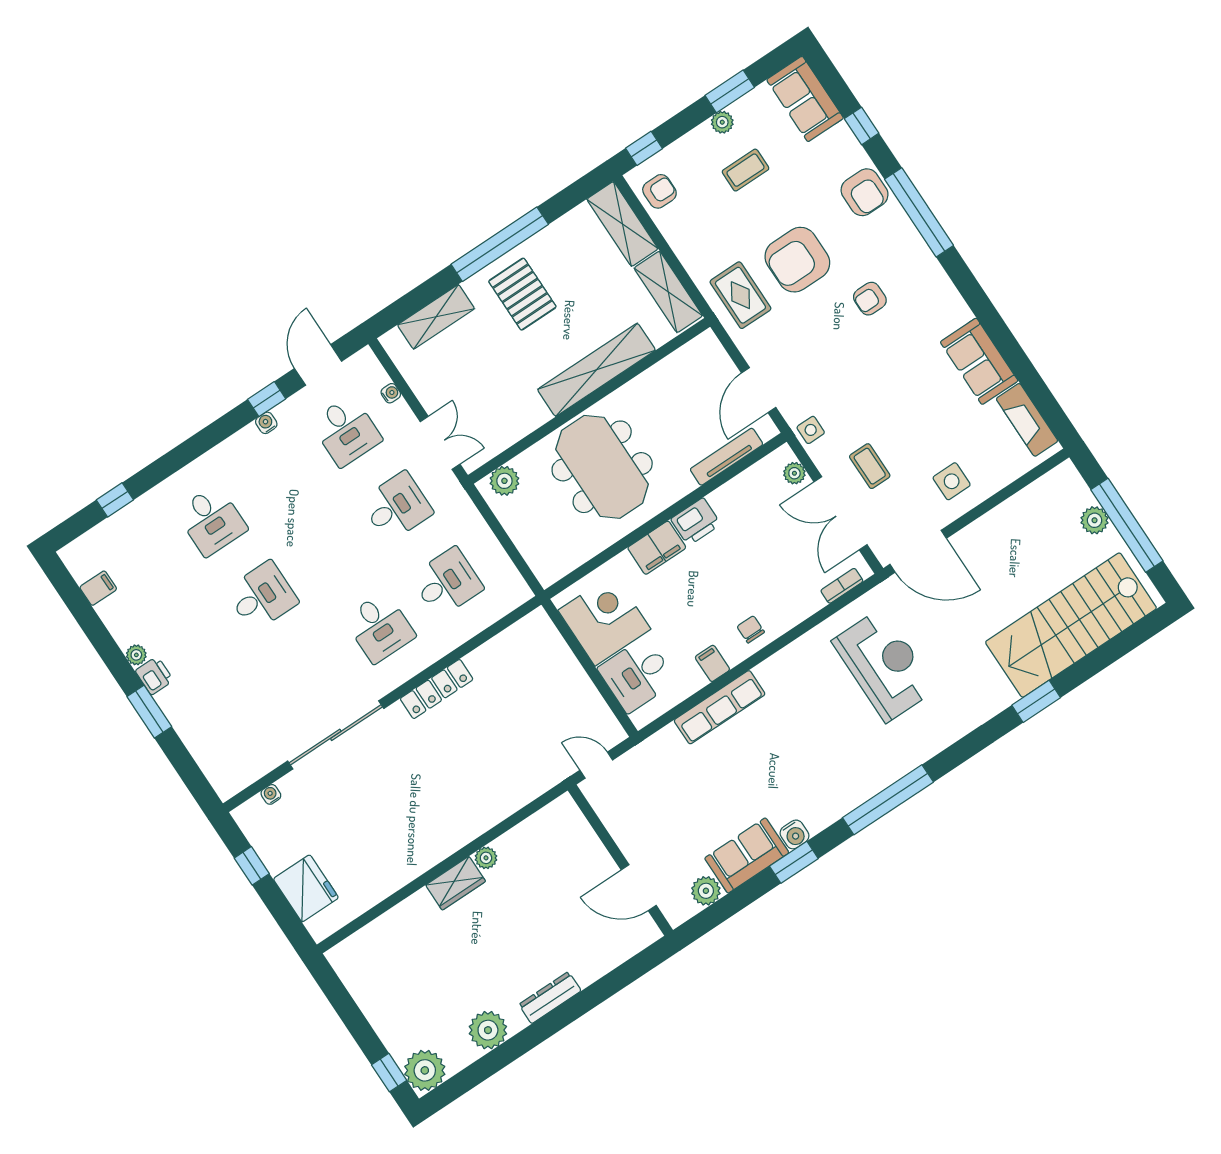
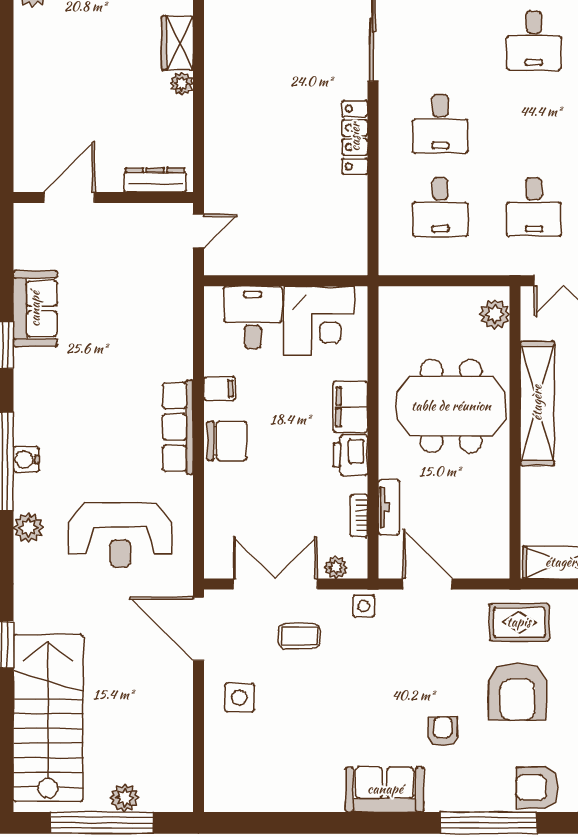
armchair: (797, 260) -> (517, 691), turned 180
sofa: (979, 361) -> (385, 789), moved
shelving: (596, 370) -> (537, 403), moved
fireplace: (1027, 420) -> (249, 797), removed
tv unit: (727, 457) -> (389, 507), width x0.71
door: (918, 551) -> (198, 629), hinge flipped
bookcase: (842, 586) -> (359, 515), moved, turned 180
desk: (380, 627) -> (440, 124), turned -90
chair: (751, 629) -> (227, 441), width x1.87, depth x1.87
row of seats: (720, 707) -> (178, 427), moved
water cooler: (794, 834) -> (26, 459), moved
plant: (706, 891) -> (28, 527), moved
dresser: (550, 998) -> (155, 180), moved, turned -90

